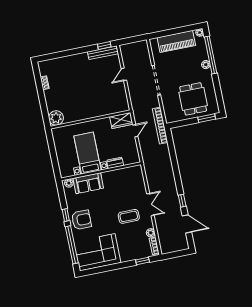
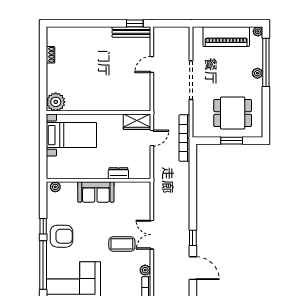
dining table: (193, 99) -> (233, 113), turned 90
window: (207, 118) -> (232, 141), moved
bed with nightstands: (87, 153) -> (71, 135), moved, turned 90
sofa: (88, 183) -> (96, 192), moved
double door: (150, 205) -> (152, 235), swing flipped

